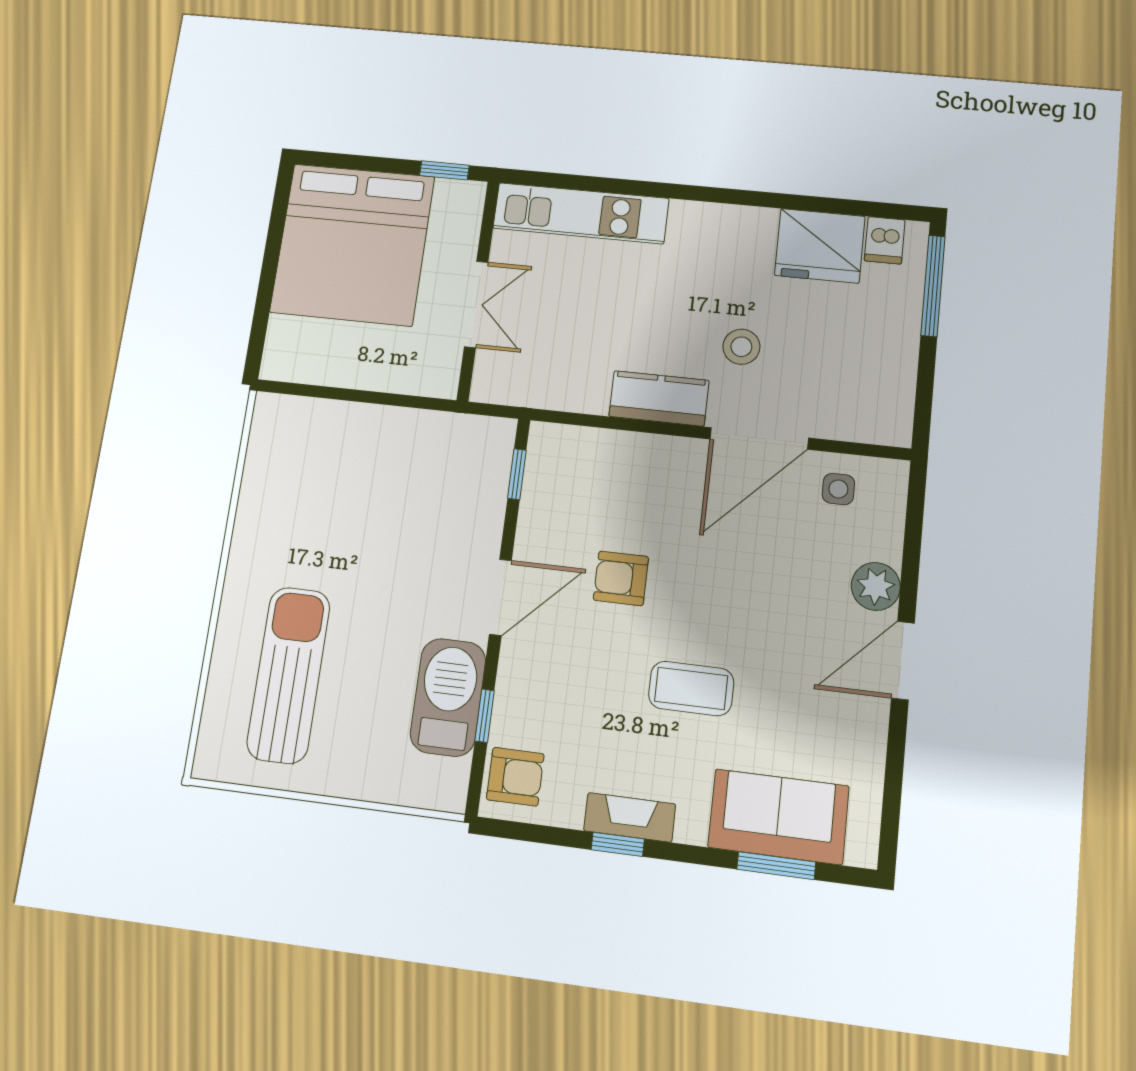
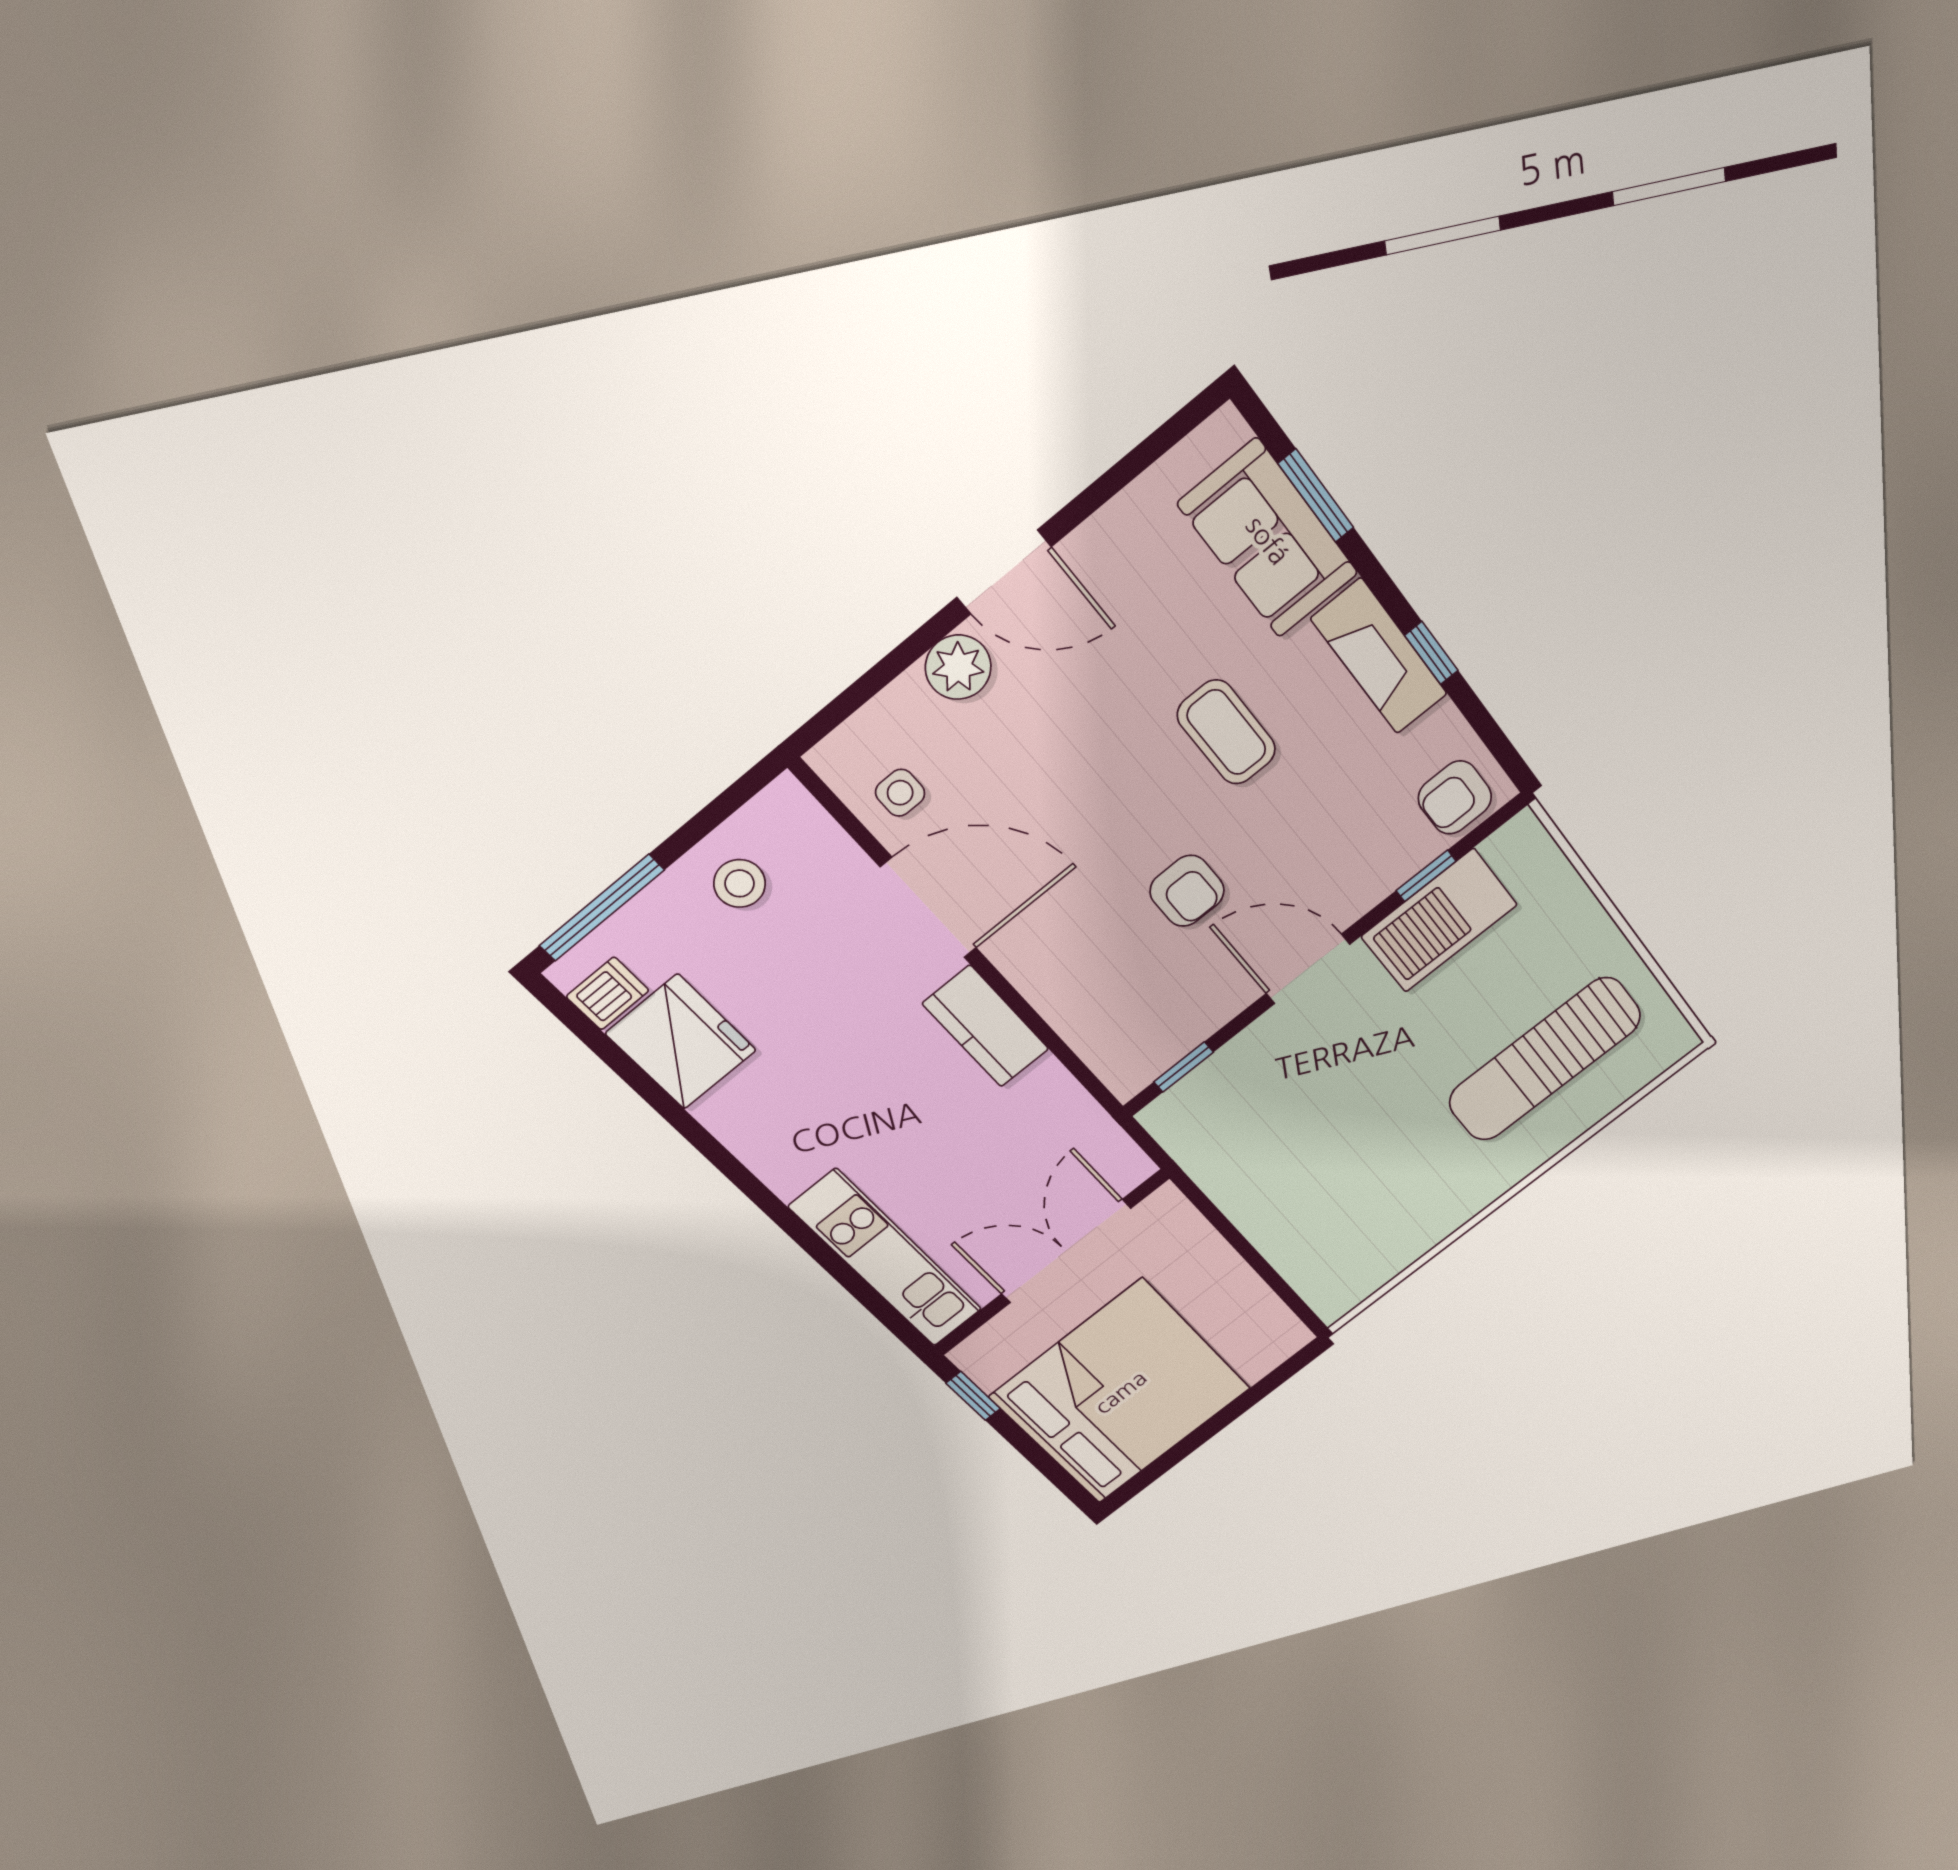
double door: (476, 304) -> (1066, 1251), width x1.37
stool: (741, 347) -> (740, 883), moved
armchair: (515, 777) -> (1455, 798), turned -90
fireplace: (630, 817) -> (1379, 656), width x1.37, depth x1.32

